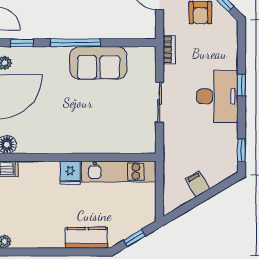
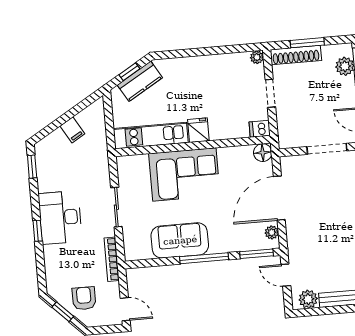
window: (22, 43) -> (257, 254), width x1.50
bookcase: (169, 50) -> (112, 259), width x1.56
corner sofa: (88, 129) -> (184, 174), added
kitchen counter: (87, 238) -> (140, 81), moved, turned -31

